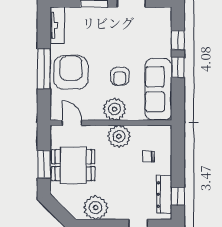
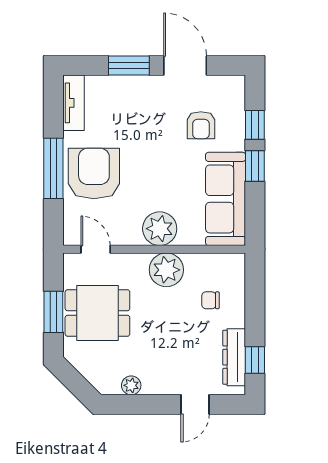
armchair: (120, 76) -> (201, 125), moved
plant: (96, 208) -> (131, 385), width x0.53, depth x0.53

